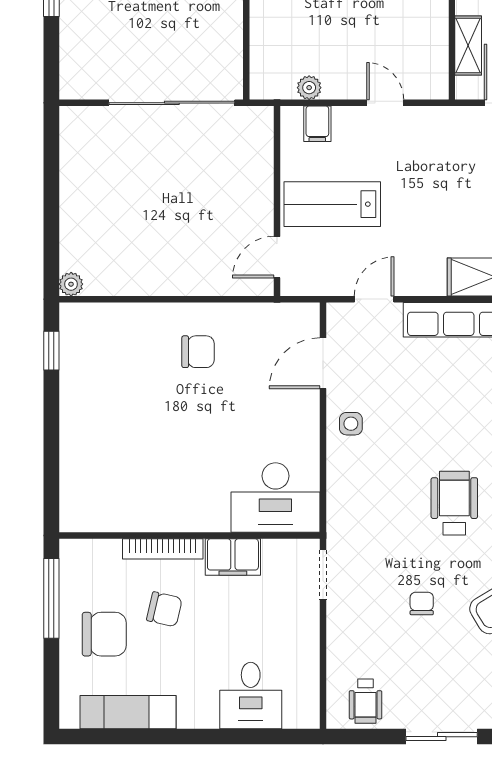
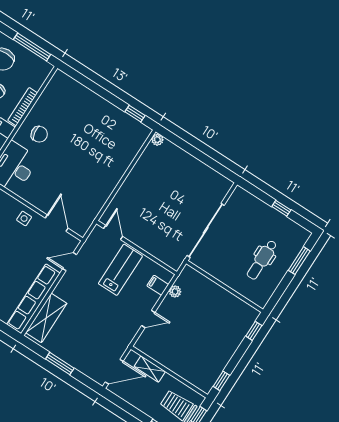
door: (374, 299) -> (70, 262), swing flipped
chair: (198, 352) -> (39, 134), moved, turned -100

